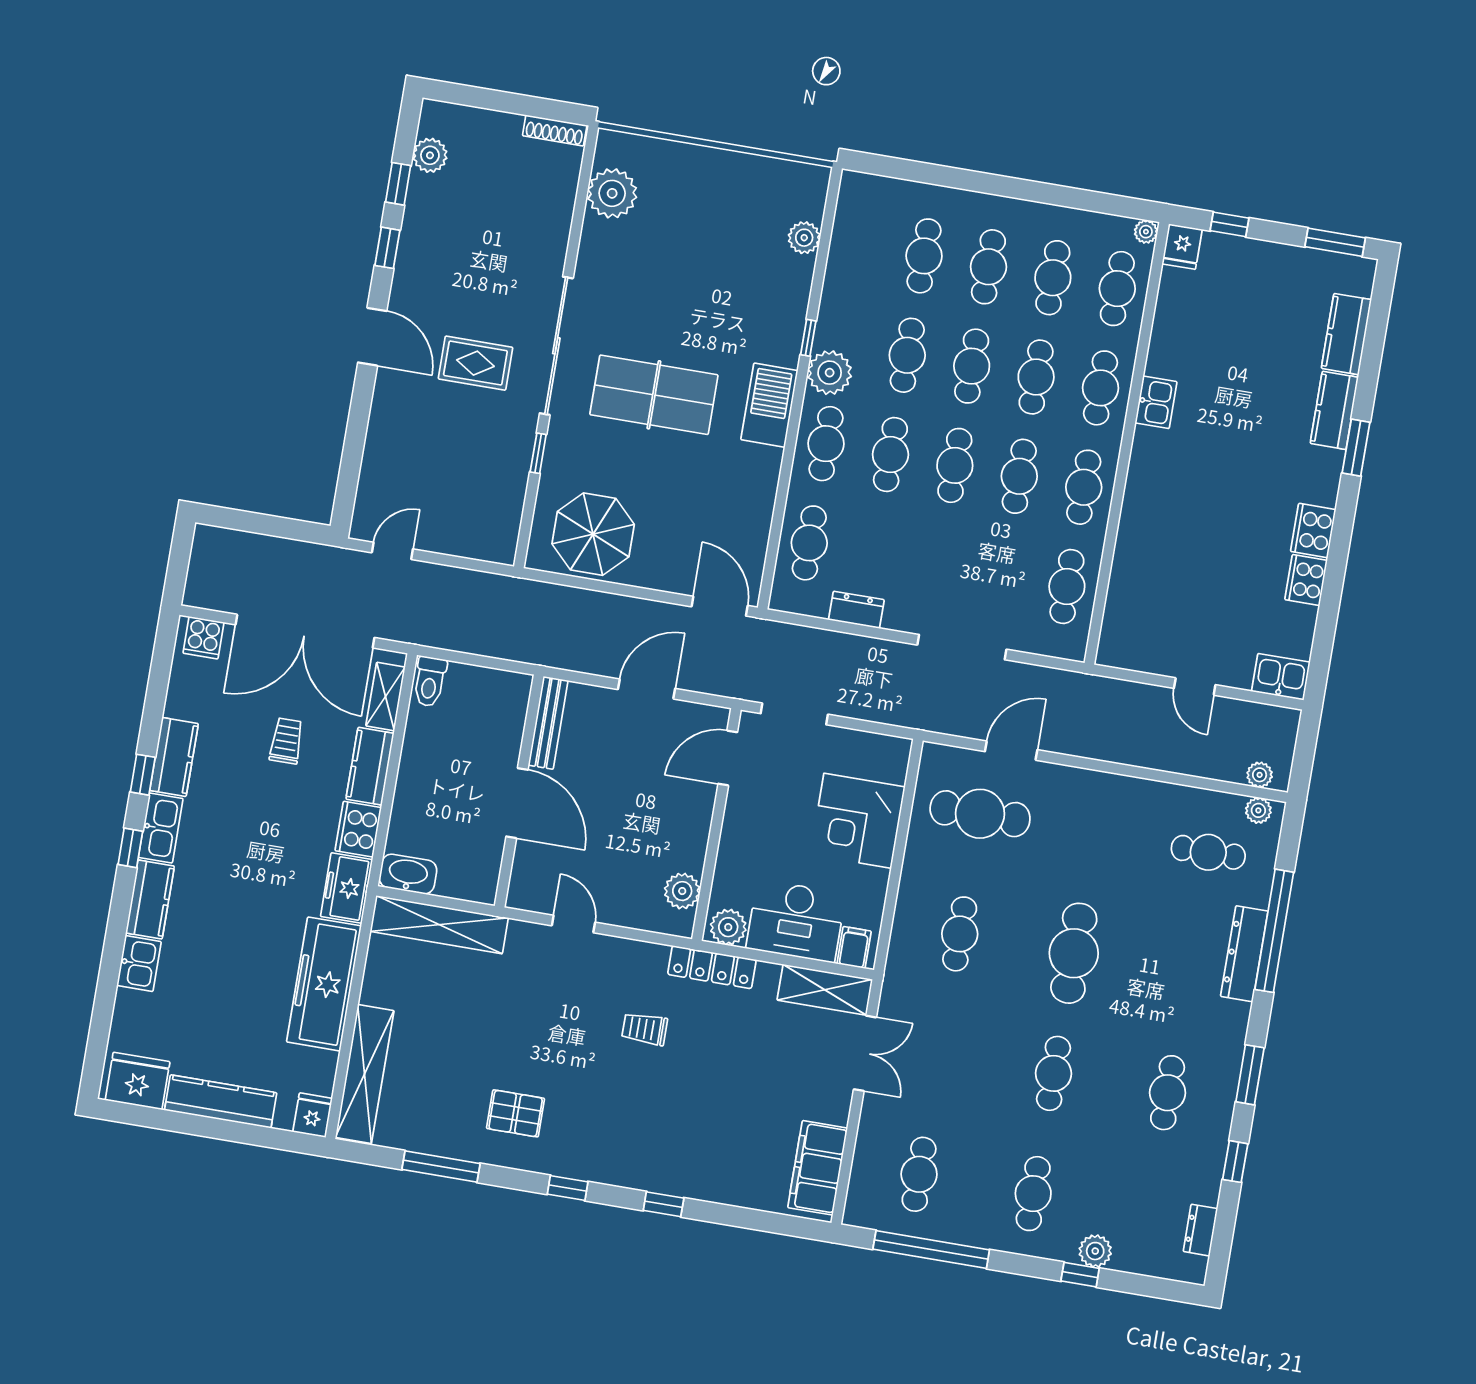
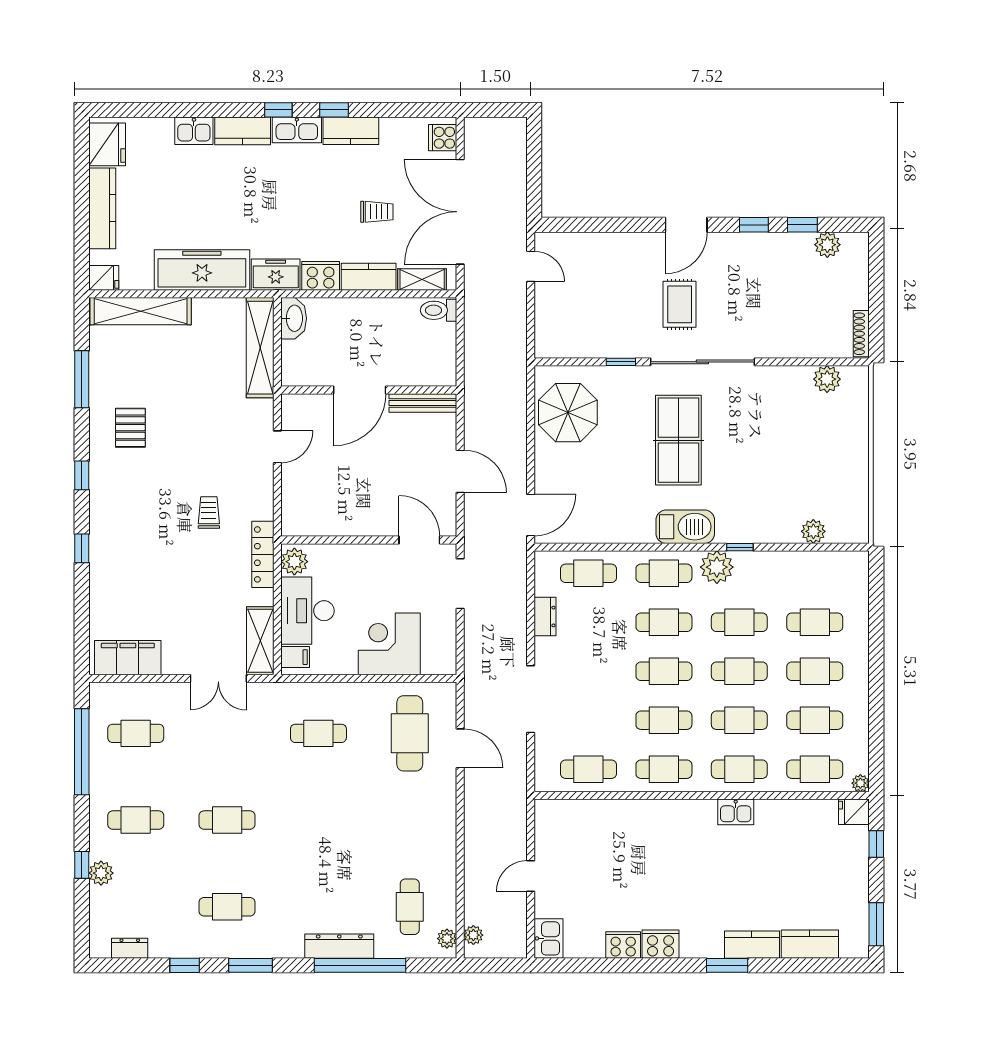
plant: (612, 193) -> (827, 379), width x0.73, depth x0.73
plant: (682, 891) -> (315, 523), removed
cafe table: (1074, 953) -> (318, 820), removed

